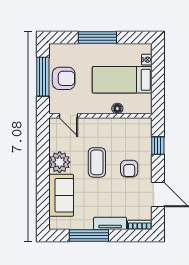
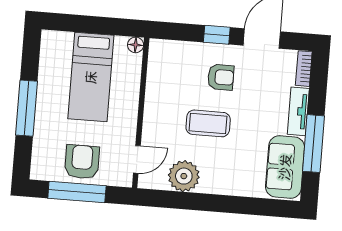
nightstand: (147, 60) -> (65, 39), removed
floor lamp: (117, 109) -> (136, 45), moved
window: (158, 146) -> (217, 35), moved
plant: (60, 162) -> (184, 176), moved
sofa: (61, 195) -> (285, 167), moved, turned -90

